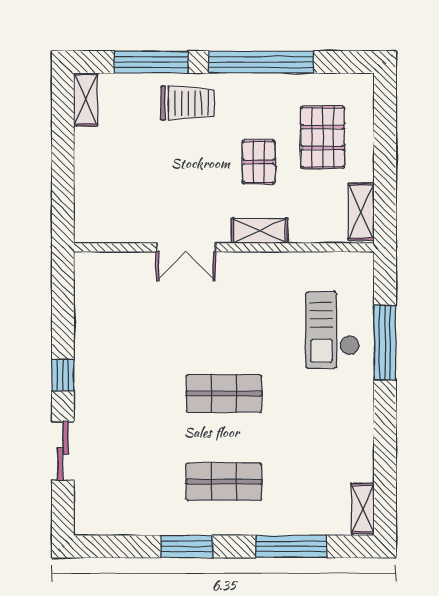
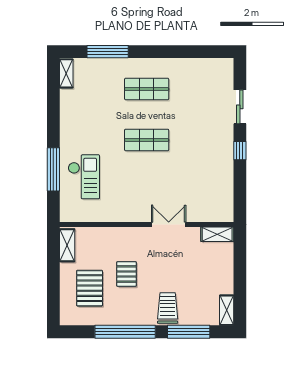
trolley: (188, 103) -> (168, 308), turned 90
shelving: (260, 231) -> (217, 234), moved
window: (187, 546) -> (168, 52), removed

